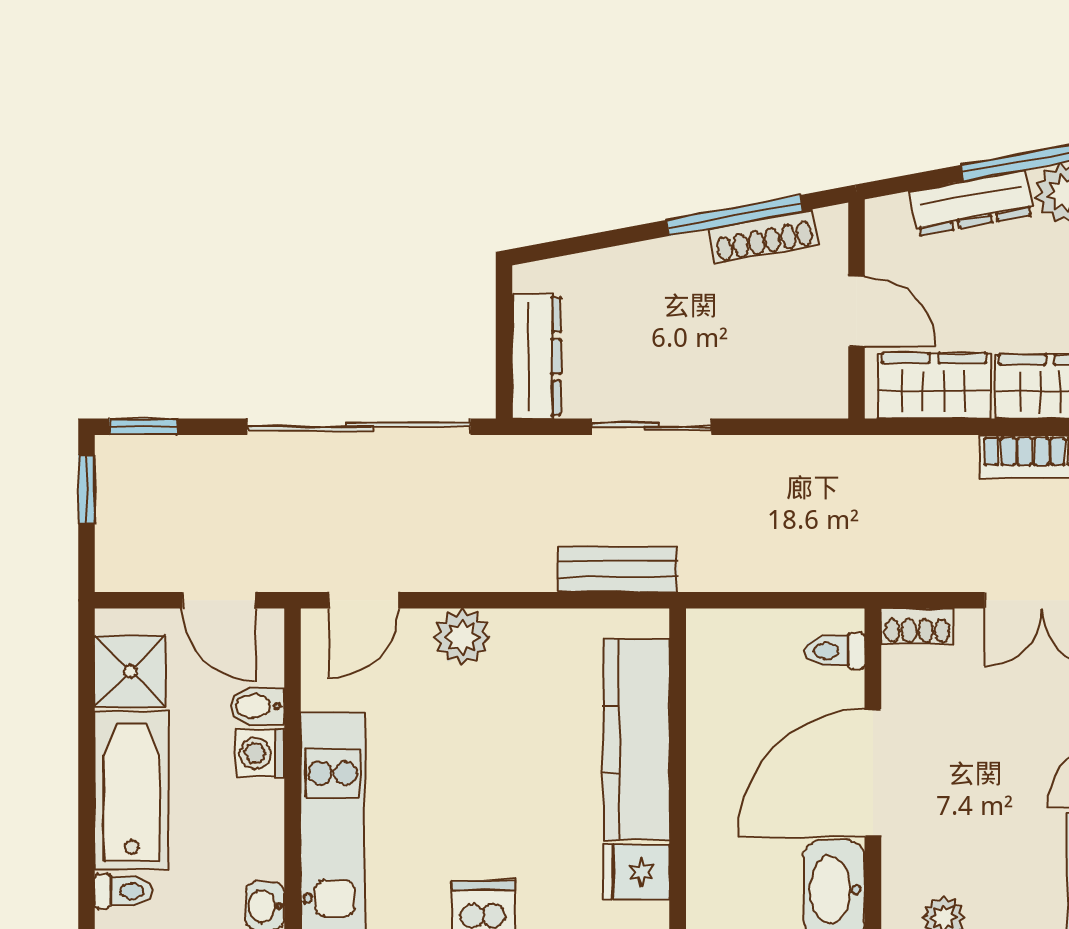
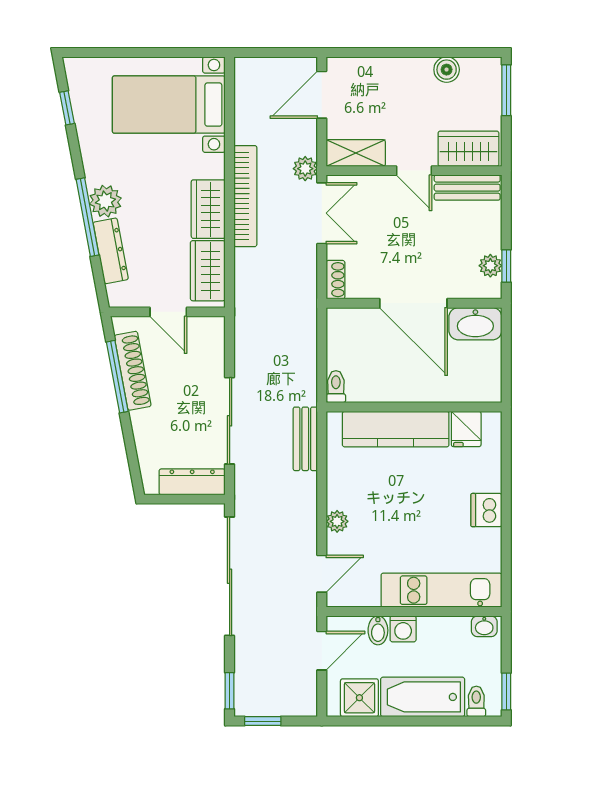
shoe rack: (764, 237) -> (133, 371), width x1.36, depth x1.24
door: (857, 311) -> (168, 312), swing flipped
sliding door: (652, 427) -> (230, 421), width x1.37
door: (364, 600) -> (322, 574), hinge flipped
plant: (462, 637) -> (337, 521), width x0.73, depth x0.73
toilet: (835, 651) -> (336, 387), moved, turned 180

